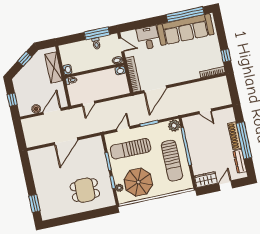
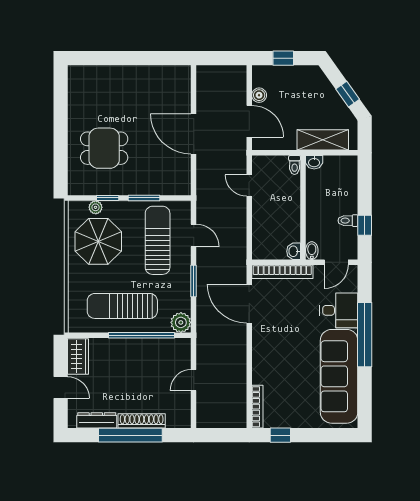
window: (185, 14) -> (365, 335), moved
window: (97, 33) -> (365, 225), width x0.46
dining table: (85, 190) -> (104, 148), turned 90
window: (34, 203) -> (100, 58), removed

